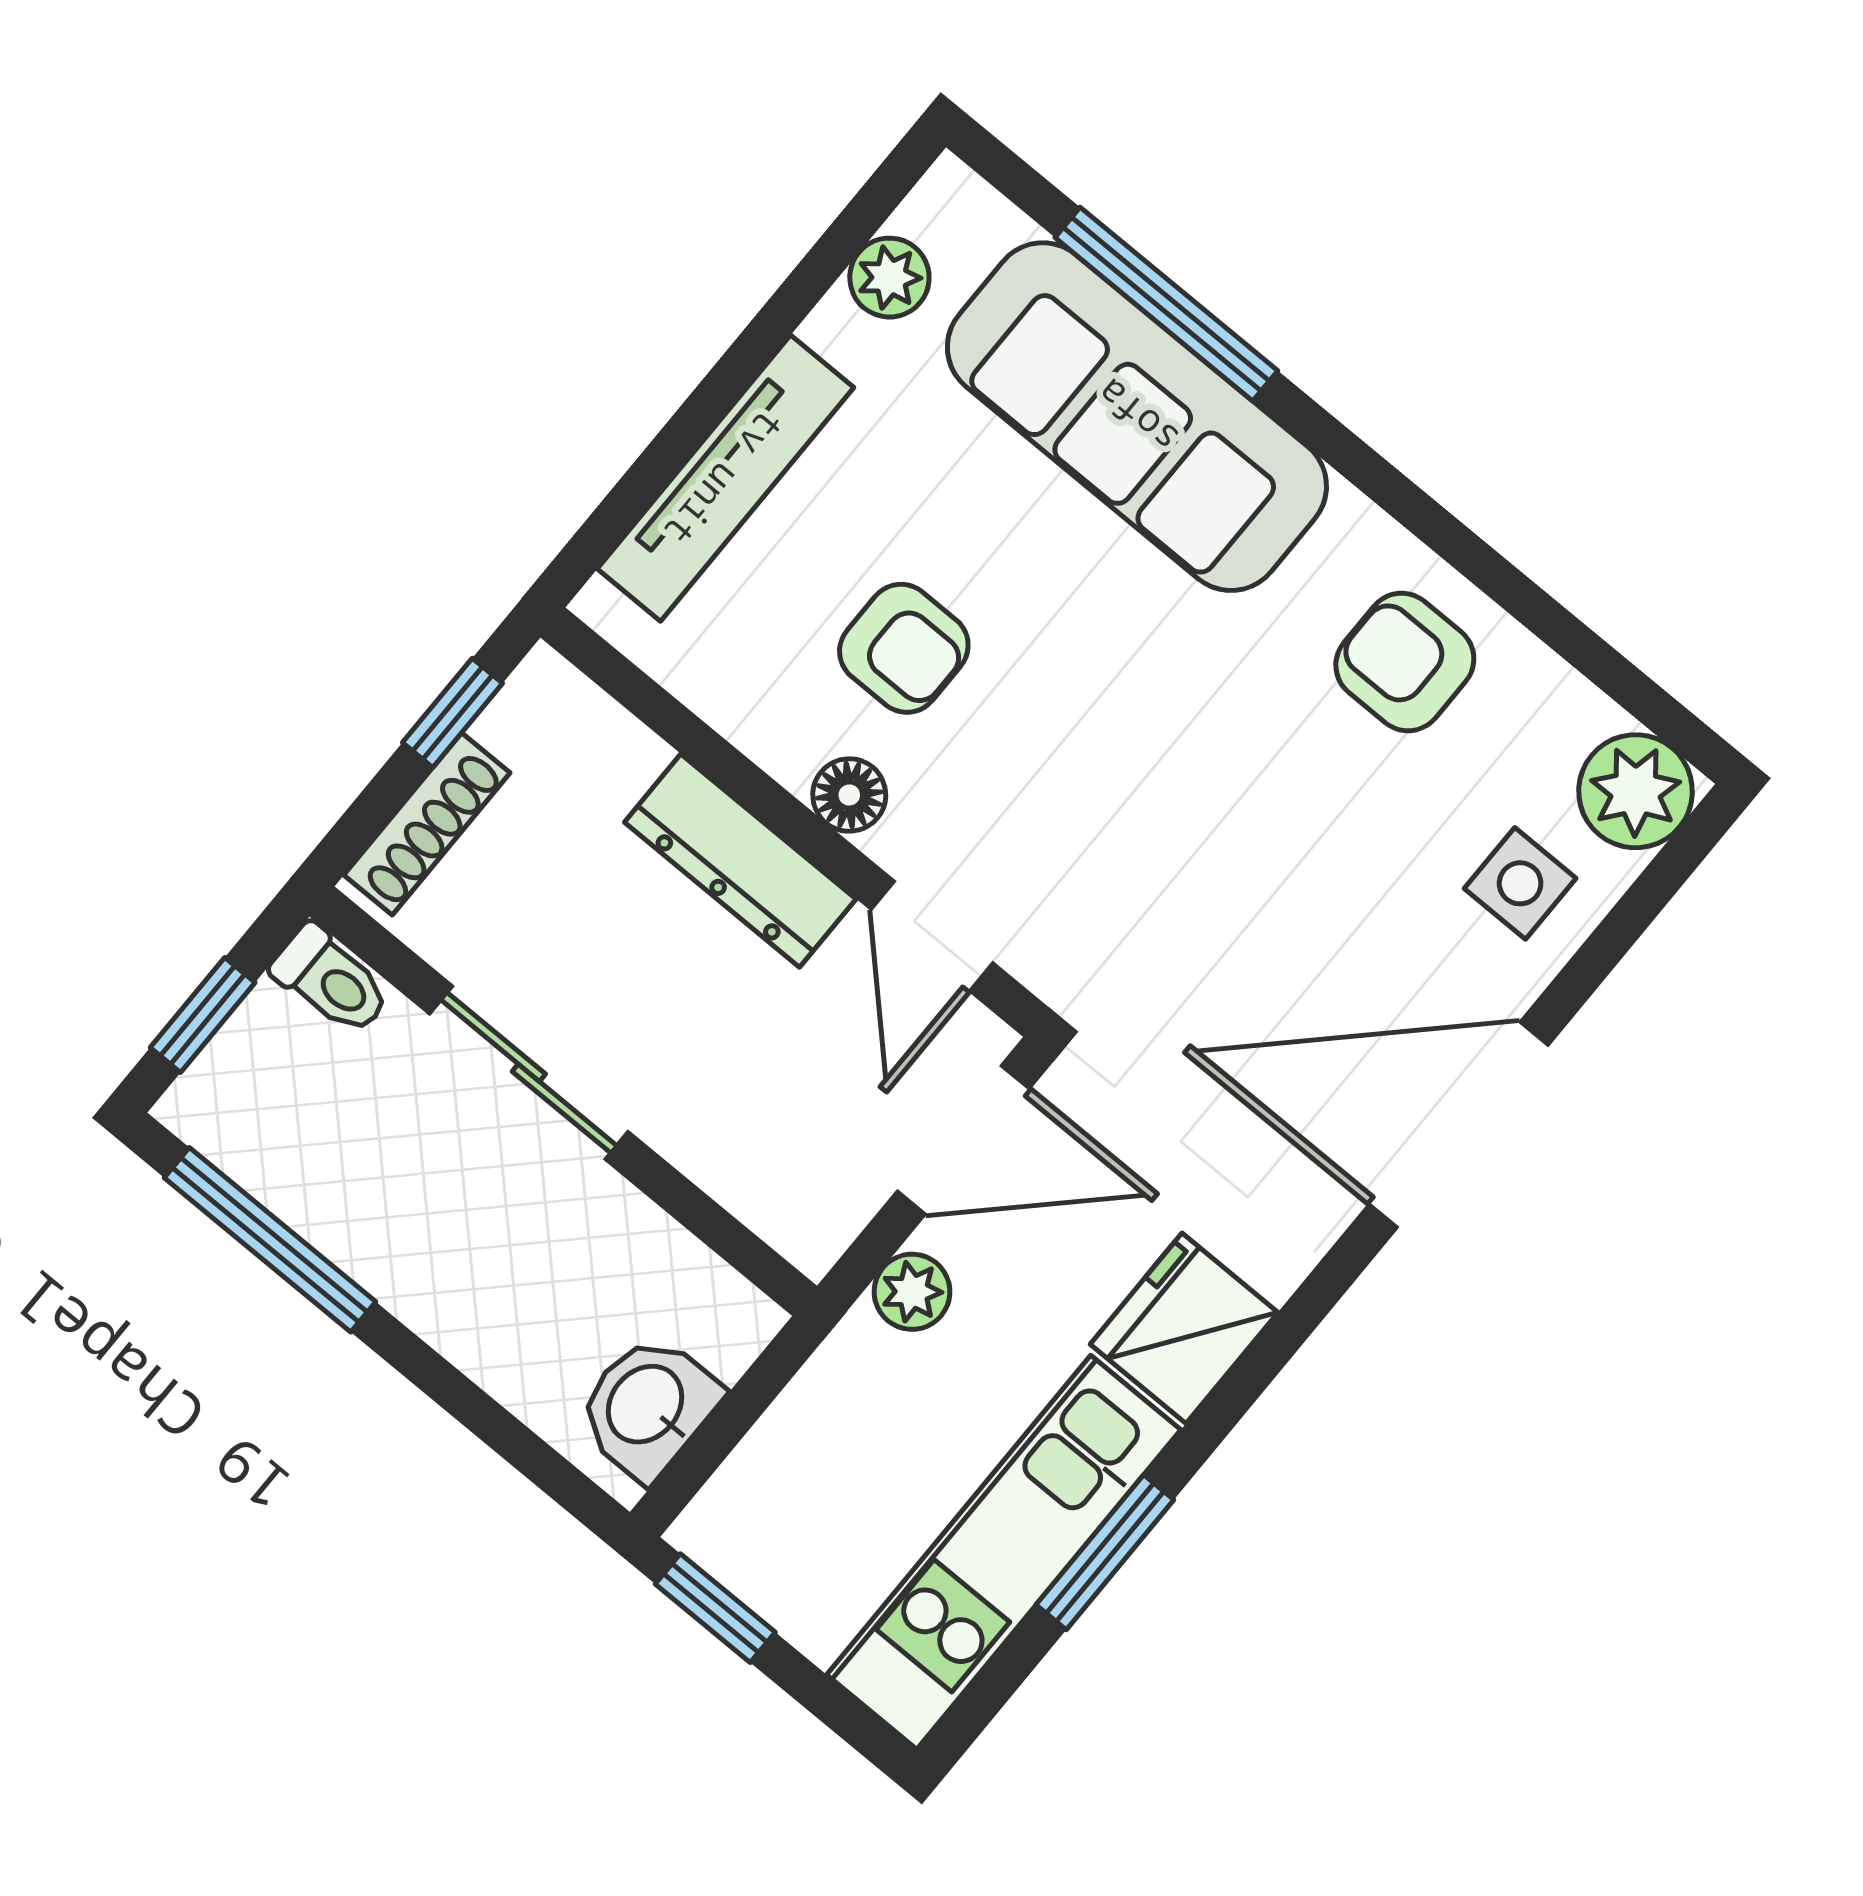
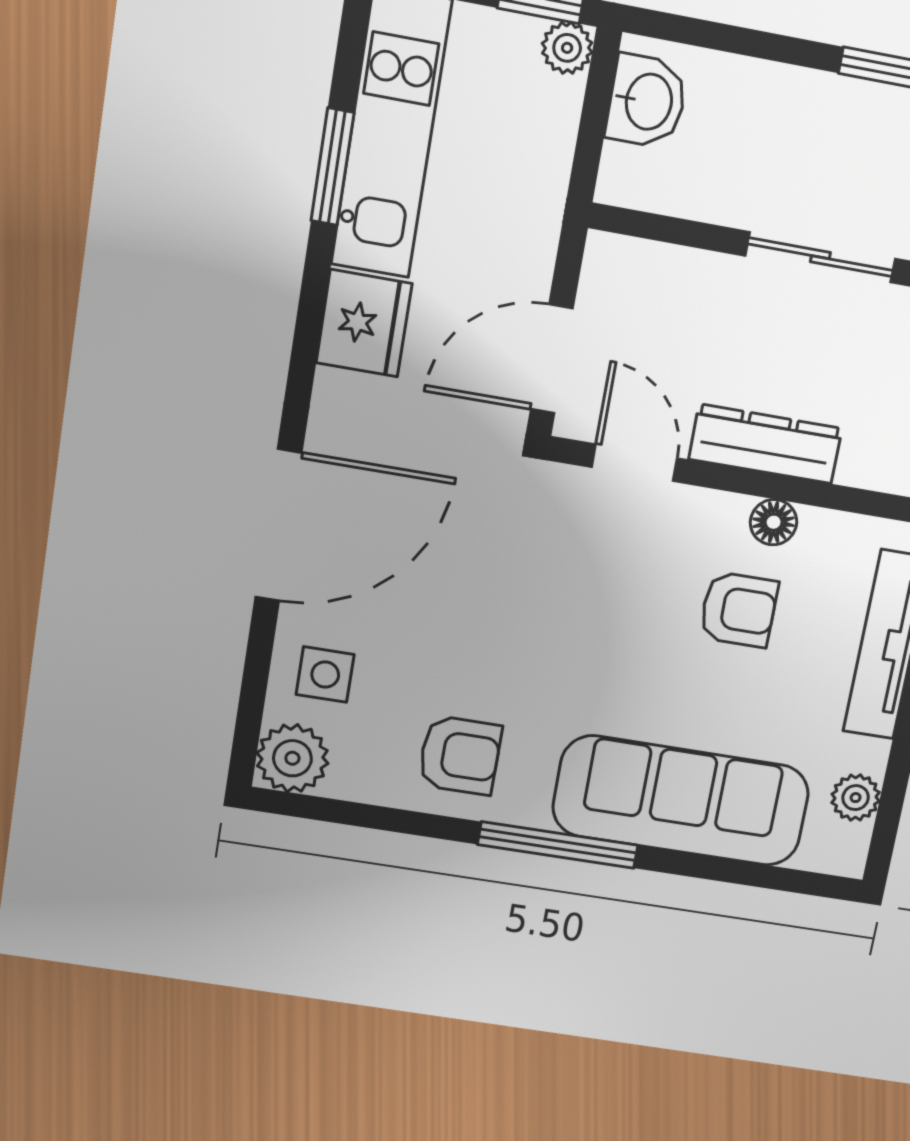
window: (1166, 304) -> (558, 845), moved
armchair: (904, 648) -> (739, 610), turned 180
floor lamp: (849, 795) -> (774, 522), moved
plant: (912, 1292) -> (567, 48), moved

